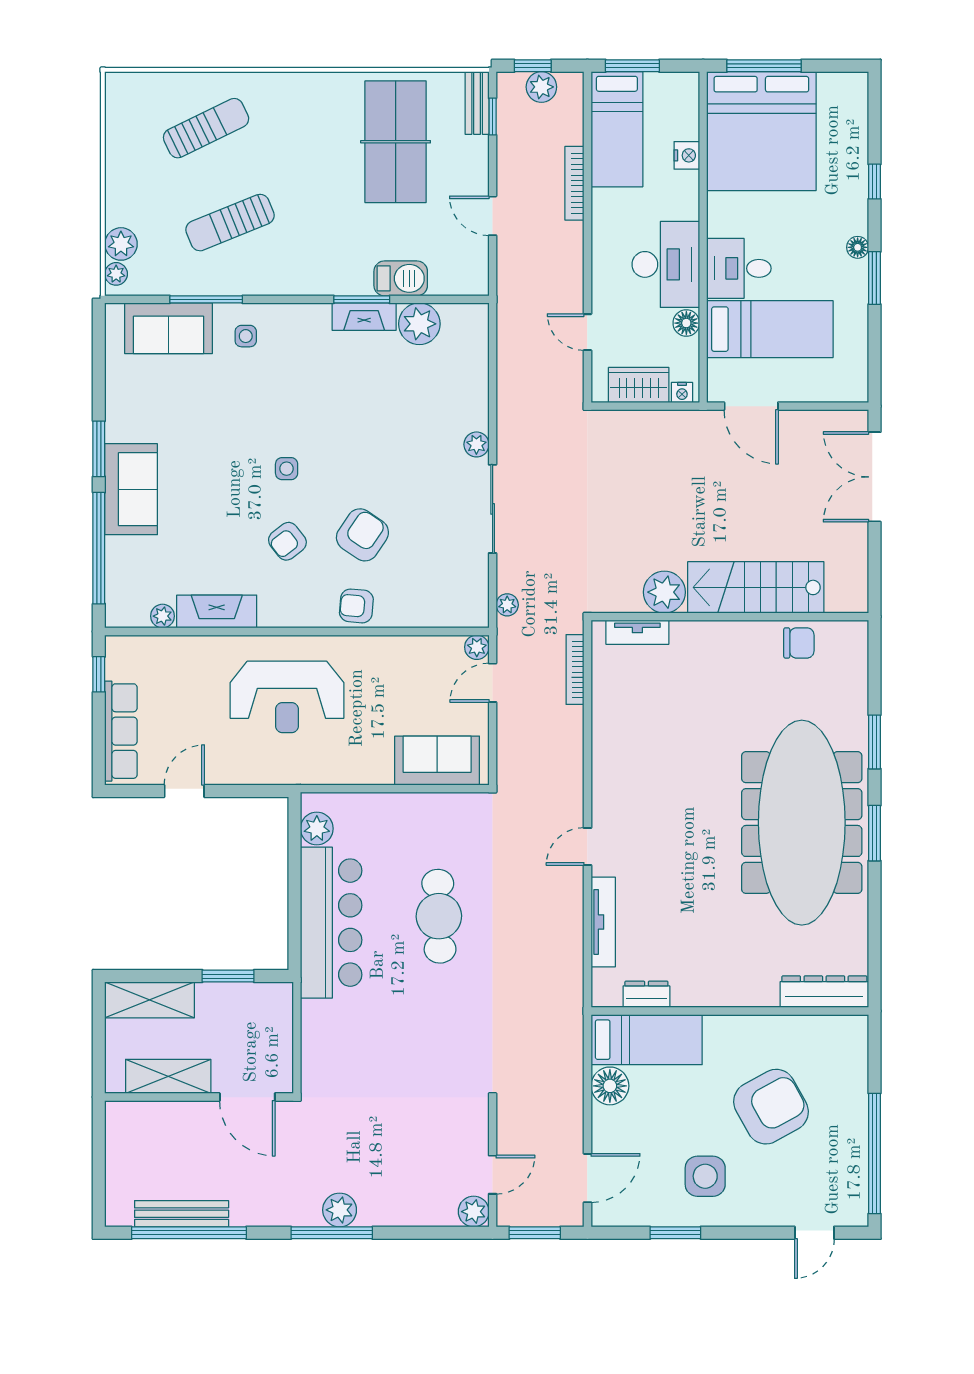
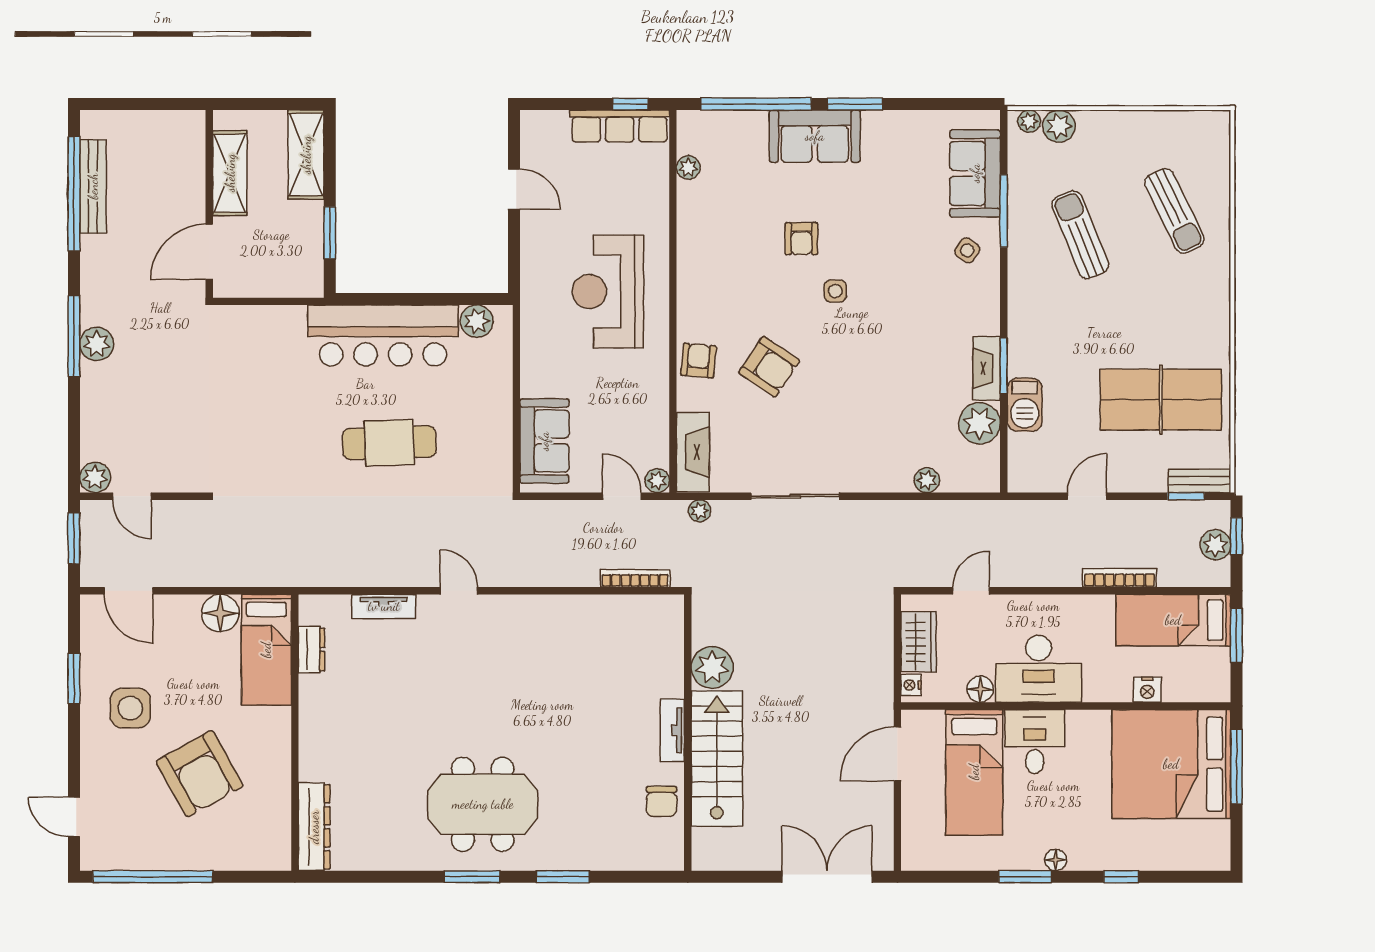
side table: (246, 336) -> (967, 250), turned 34
plant: (476, 444) -> (927, 480), moved
armchair: (287, 541) -> (801, 239), moved, turned -142
fireplace: (217, 612) -> (693, 452), moved
tv unit: (637, 632) -> (672, 730), moved
row of seats: (121, 731) -> (620, 126), moved
meeting table: (802, 823) -> (483, 804), width x0.54, depth x0.79
tv unit: (603, 922) -> (384, 606), width x0.71

